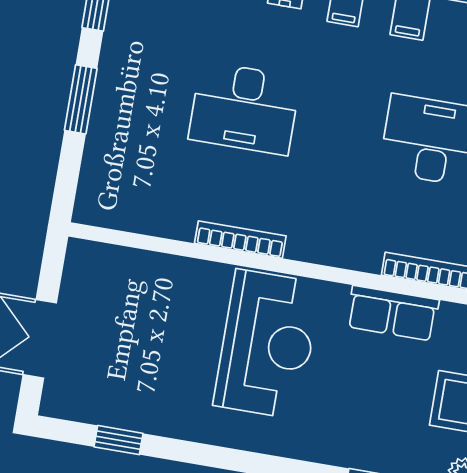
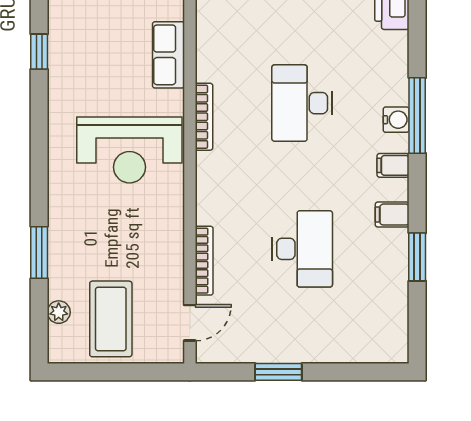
row of seats: (393, 313) -> (168, 55), moved

